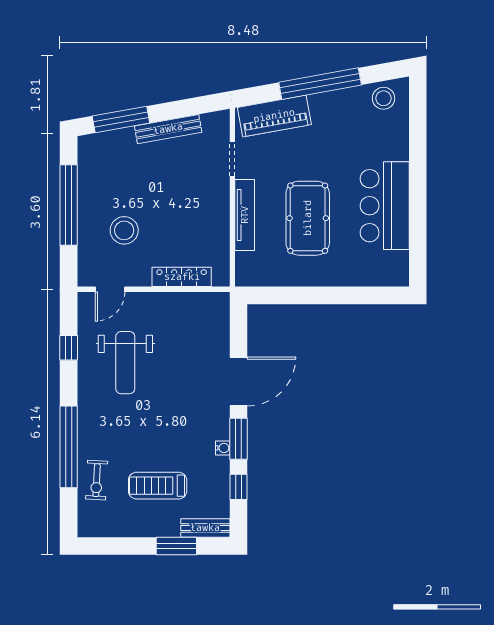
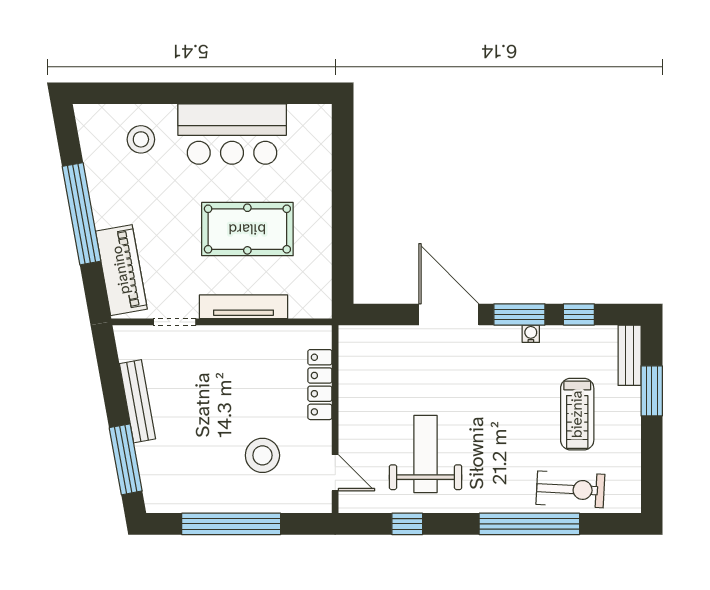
stool: (383, 98) -> (141, 139), moved
weight bench: (125, 363) -> (426, 454), turned -90
exercise bike: (97, 480) -> (570, 489), width x1.38, depth x1.39

